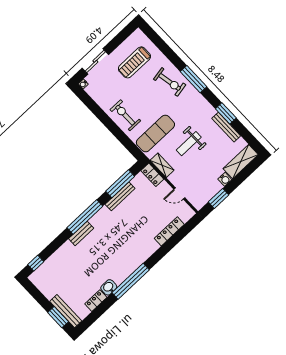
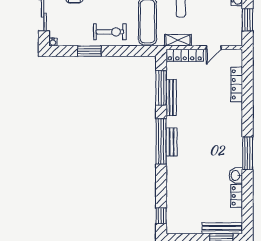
window: (100, 114) -> (89, 51), added
exercise bike: (125, 115) -> (110, 32), turned 180
locker: (152, 175) -> (185, 55), width x1.53
bench: (81, 233) -> (172, 142), moved
window: (131, 281) -> (247, 153), width x0.68

